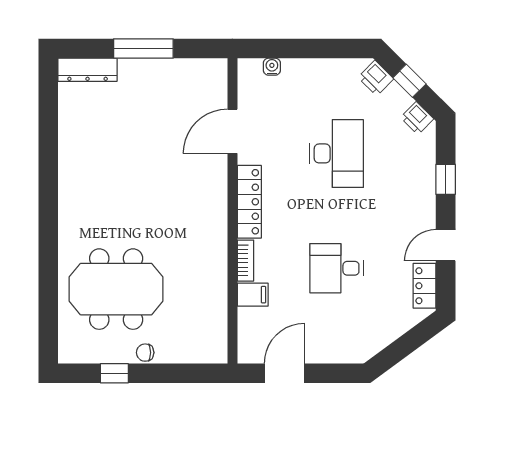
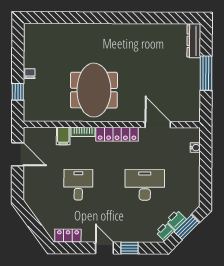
printer: (376, 78) -> (176, 220), moved
window: (409, 81) -> (187, 227), width x1.50
desk: (337, 153) -> (145, 185), turned 180
door: (446, 245) -> (104, 248), moved
meeting table: (116, 289) -> (94, 90), moved
window: (114, 373) -> (18, 92), moved

